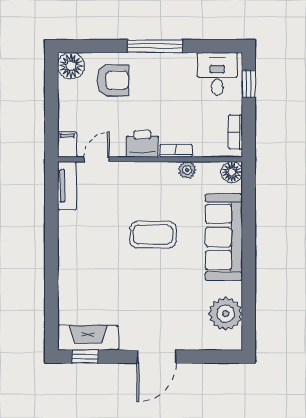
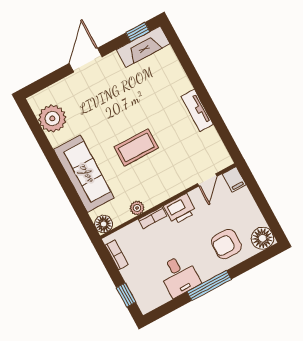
desk: (217, 74) -> (179, 276), moved
tv unit: (67, 186) -> (197, 110), moved

